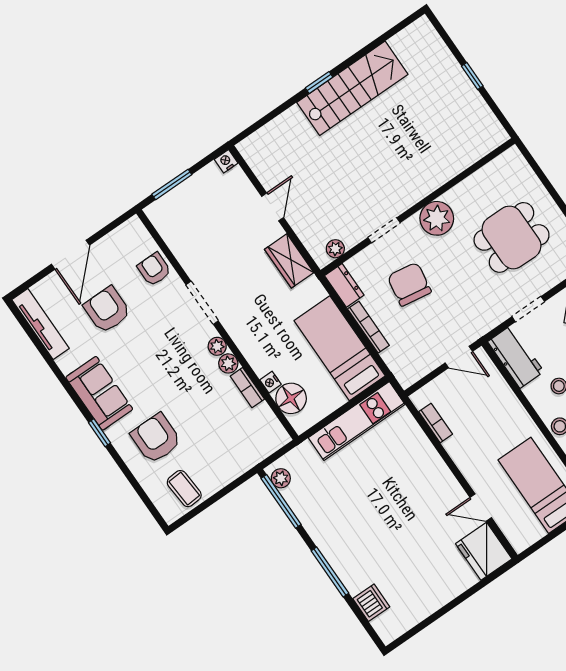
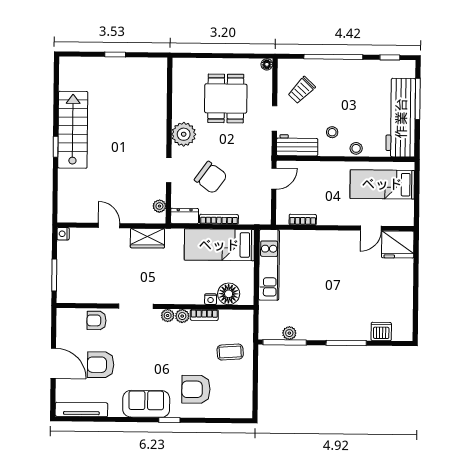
chair: (409, 284) -> (211, 178), turned -153
plant: (281, 478) -> (289, 333), moved
coffee table: (184, 489) -> (230, 352), moved

